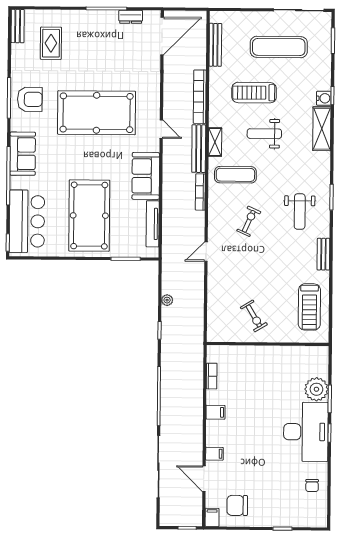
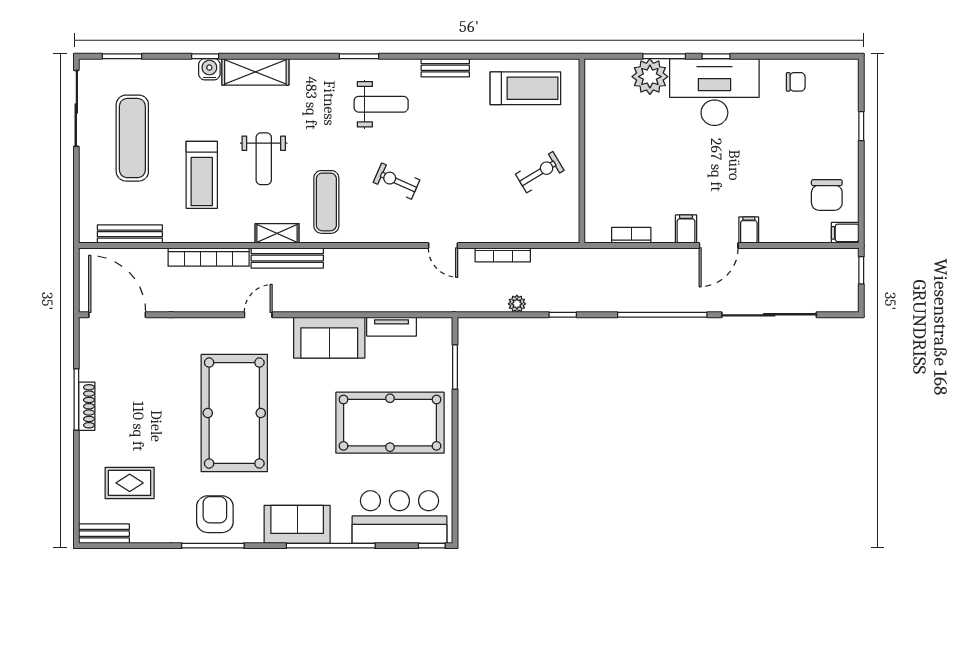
shoe rack: (102, 15) -> (87, 406), added
dresser: (131, 17) -> (89, 363), removed
bookcase: (200, 192) -> (503, 255), moved
tv unit: (153, 224) -> (392, 327), width x0.71
door: (204, 479) -> (719, 246), moved

